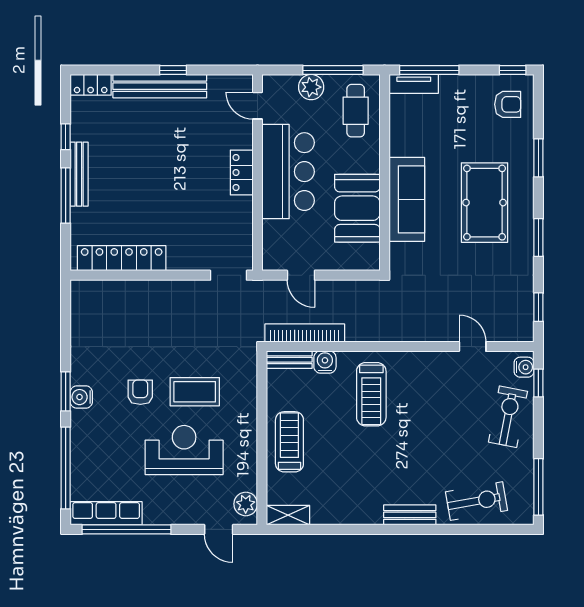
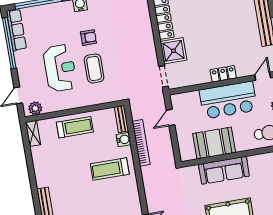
shower: (188, 251) -> (174, 51), added
bookcase: (305, 333) -> (141, 143), moved

